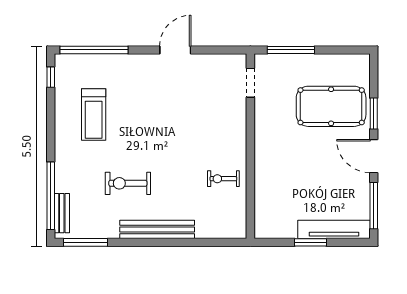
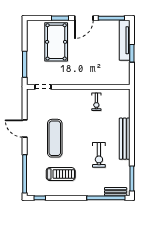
exercise mat: (158, 104) -> (55, 138), added

